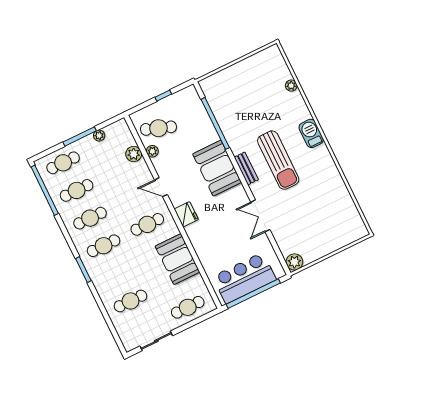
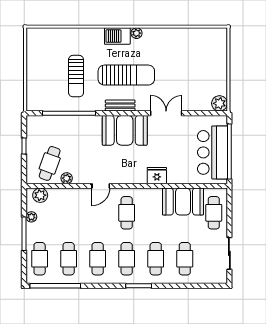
plant: (291, 86) -> (137, 33), moved
sun lounger: (254, 113) -> (76, 76), added
plant: (134, 154) -> (40, 195), moved
booth: (217, 168) -> (125, 130), moved
fridge: (186, 214) -> (157, 176), moved
double door: (260, 216) -> (166, 113), swing flipped
booth: (177, 259) -> (183, 202), moved
cafe table: (117, 273) -> (156, 259), added

